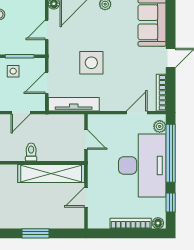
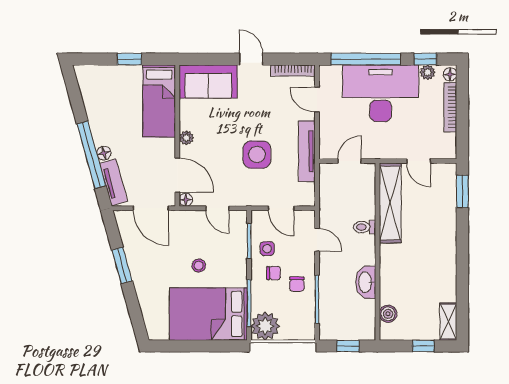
tv unit: (74, 104) -> (307, 151), moved
plant: (160, 126) -> (428, 72), moved
window: (36, 233) -> (462, 191), moved

